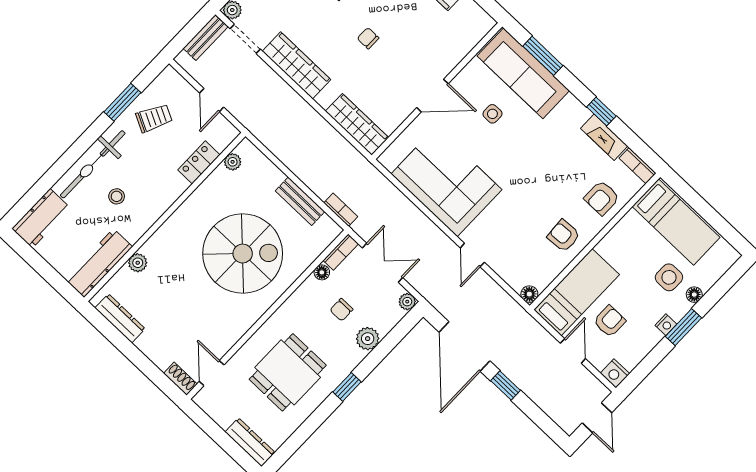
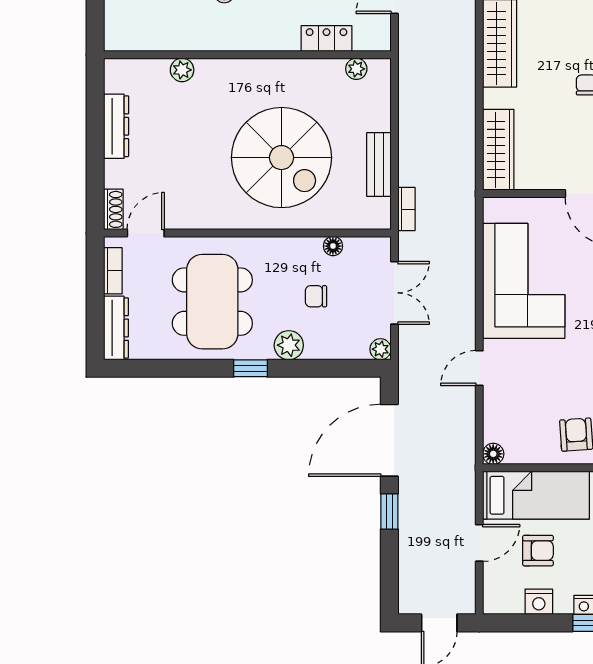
bookcase: (341, 252) -> (113, 271), moved, turned -90
workbench: (99, 263) -> (148, 35), removed
dresser: (120, 318) -> (116, 126), moved
plant: (368, 339) -> (289, 345), moved
dining table: (288, 372) -> (212, 302), width x1.38
nightstand: (615, 373) -> (539, 602), moved, turned -90

